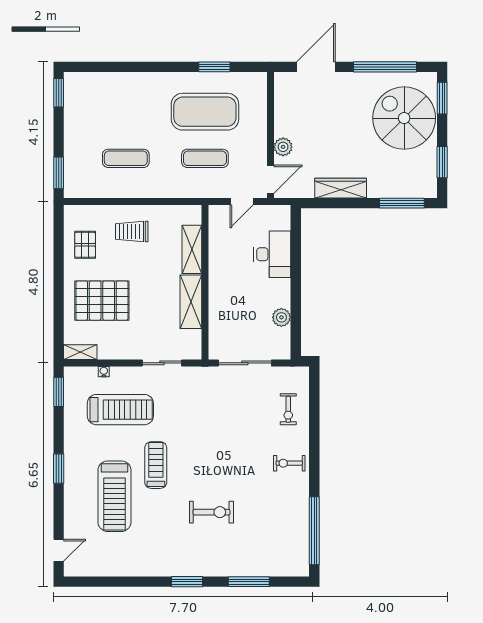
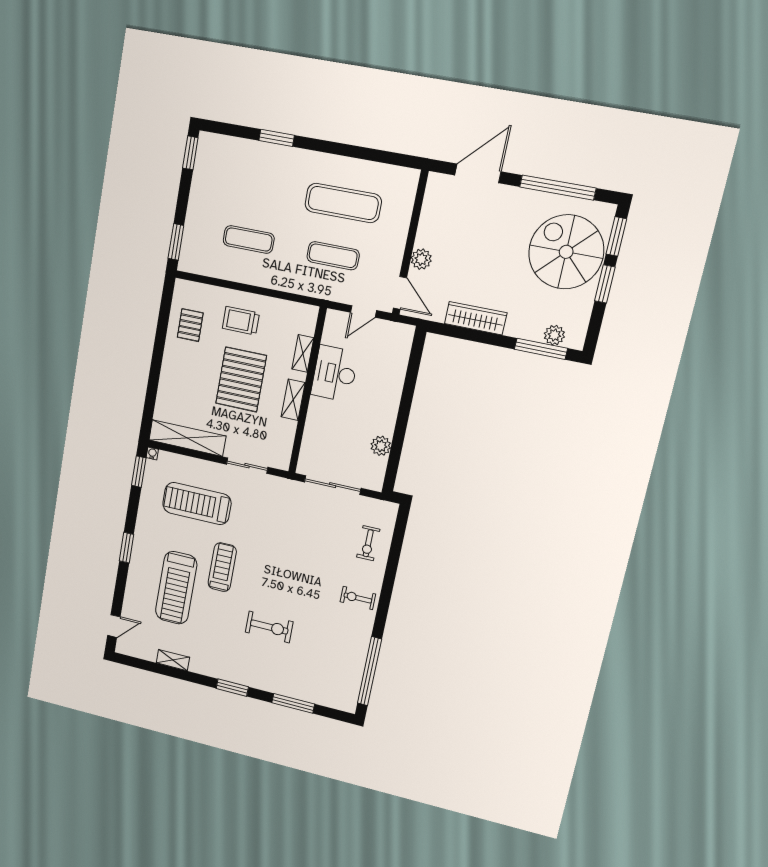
window: (214, 67) -> (277, 138), moved
exercise mat: (205, 112) -> (343, 203), width x0.68
window: (442, 162) -> (605, 284), moved
door: (271, 179) -> (400, 293), hinge flipped
plant: (410, 189) -> (554, 335), added
shelving: (192, 249) -> (303, 353), width x0.67, depth x0.75
desk: (272, 254) -> (335, 374), moved, turned 180
pallet: (102, 301) -> (241, 379), moved, turned 90
shelving: (191, 302) -> (293, 400), width x0.67, depth x0.75
shelving: (80, 352) -> (187, 438), width x2.20, depth x1.33
water cooler: (104, 372) -> (152, 453), moved
treadmill: (120, 410) -> (197, 504), turned 180
shelving: (124, 569) -> (173, 660), added

